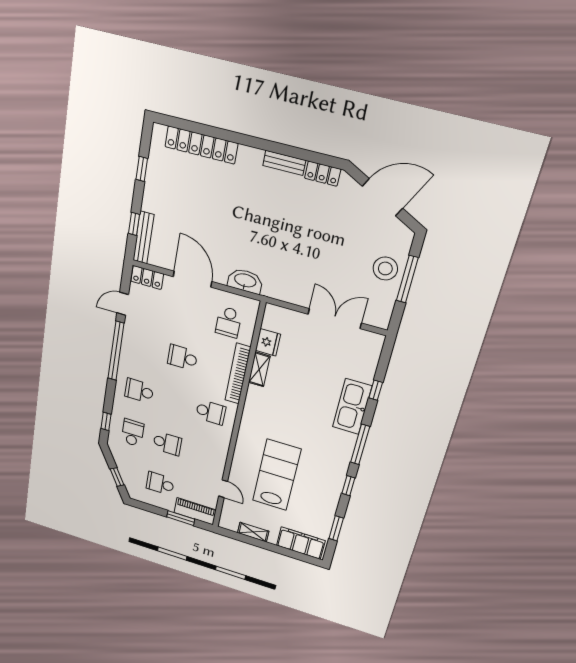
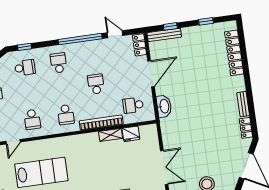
school desk: (167, 443) -> (32, 119), moved

